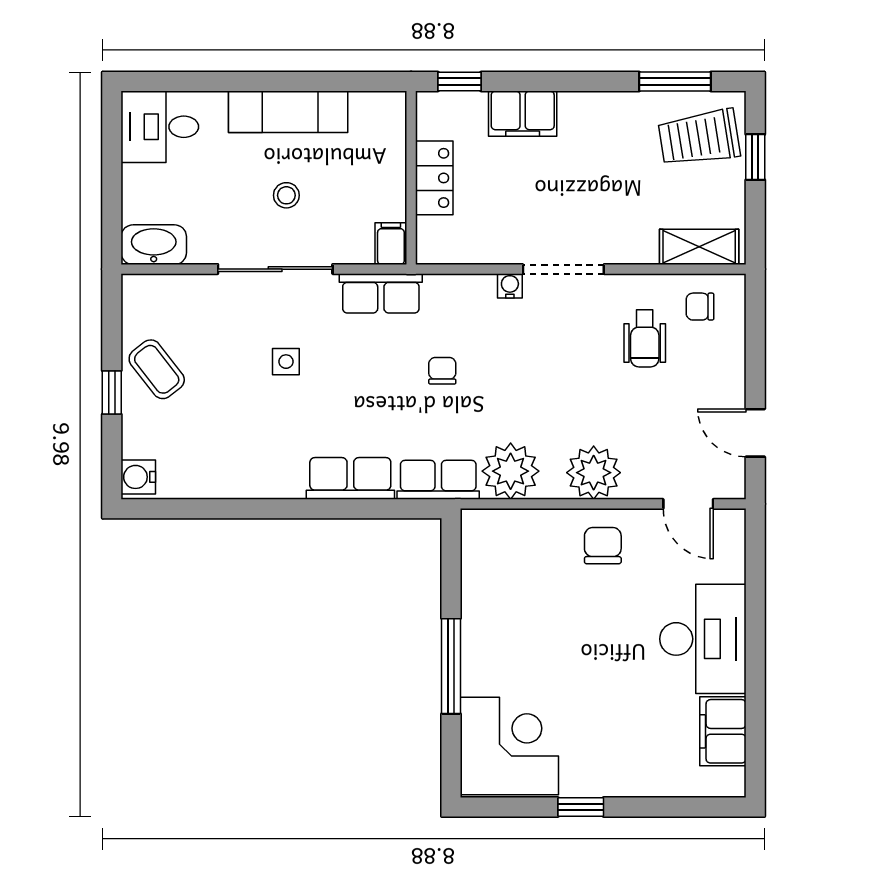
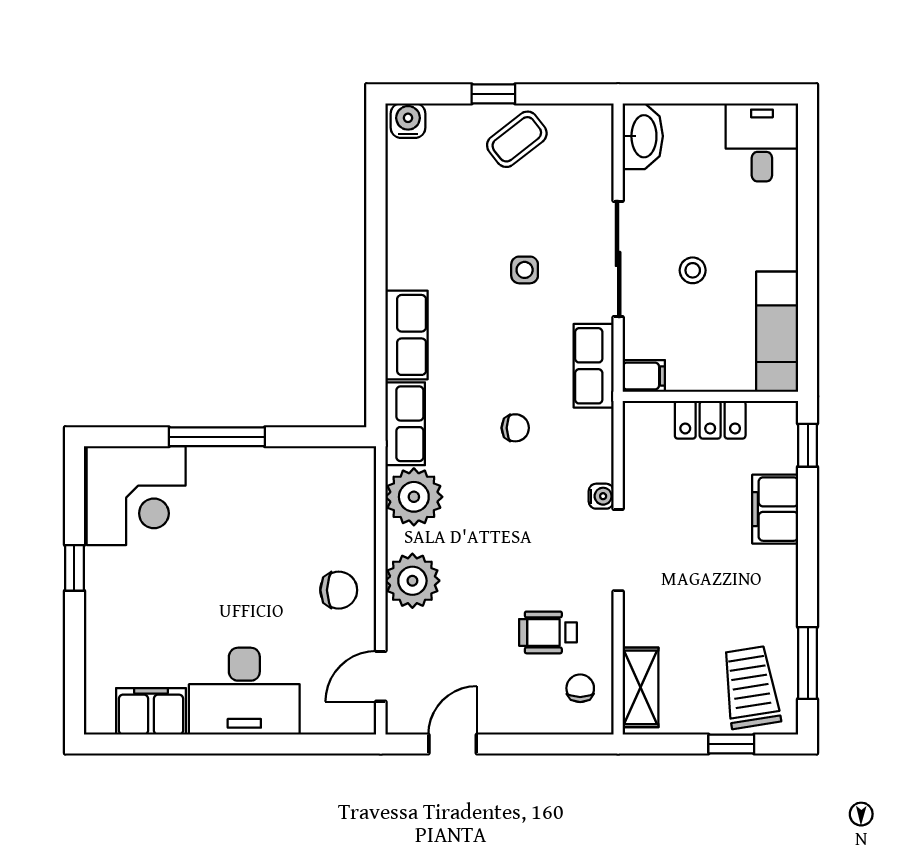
exam couch: (288, 112) -> (777, 332), moved

